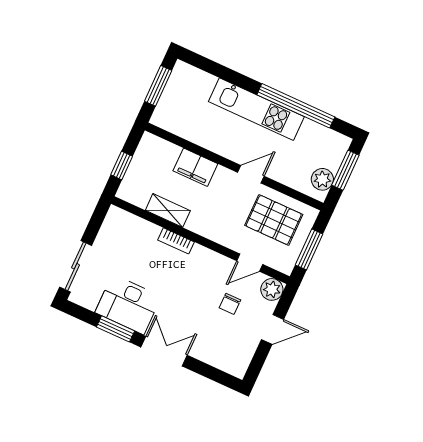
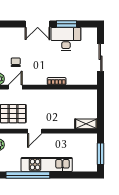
window: (122, 166) -> (101, 106), removed
filing cabinet: (195, 167) -> (64, 122), removed
shelving: (168, 210) -> (86, 124), moved
sliding door: (76, 266) -> (101, 58), moved

